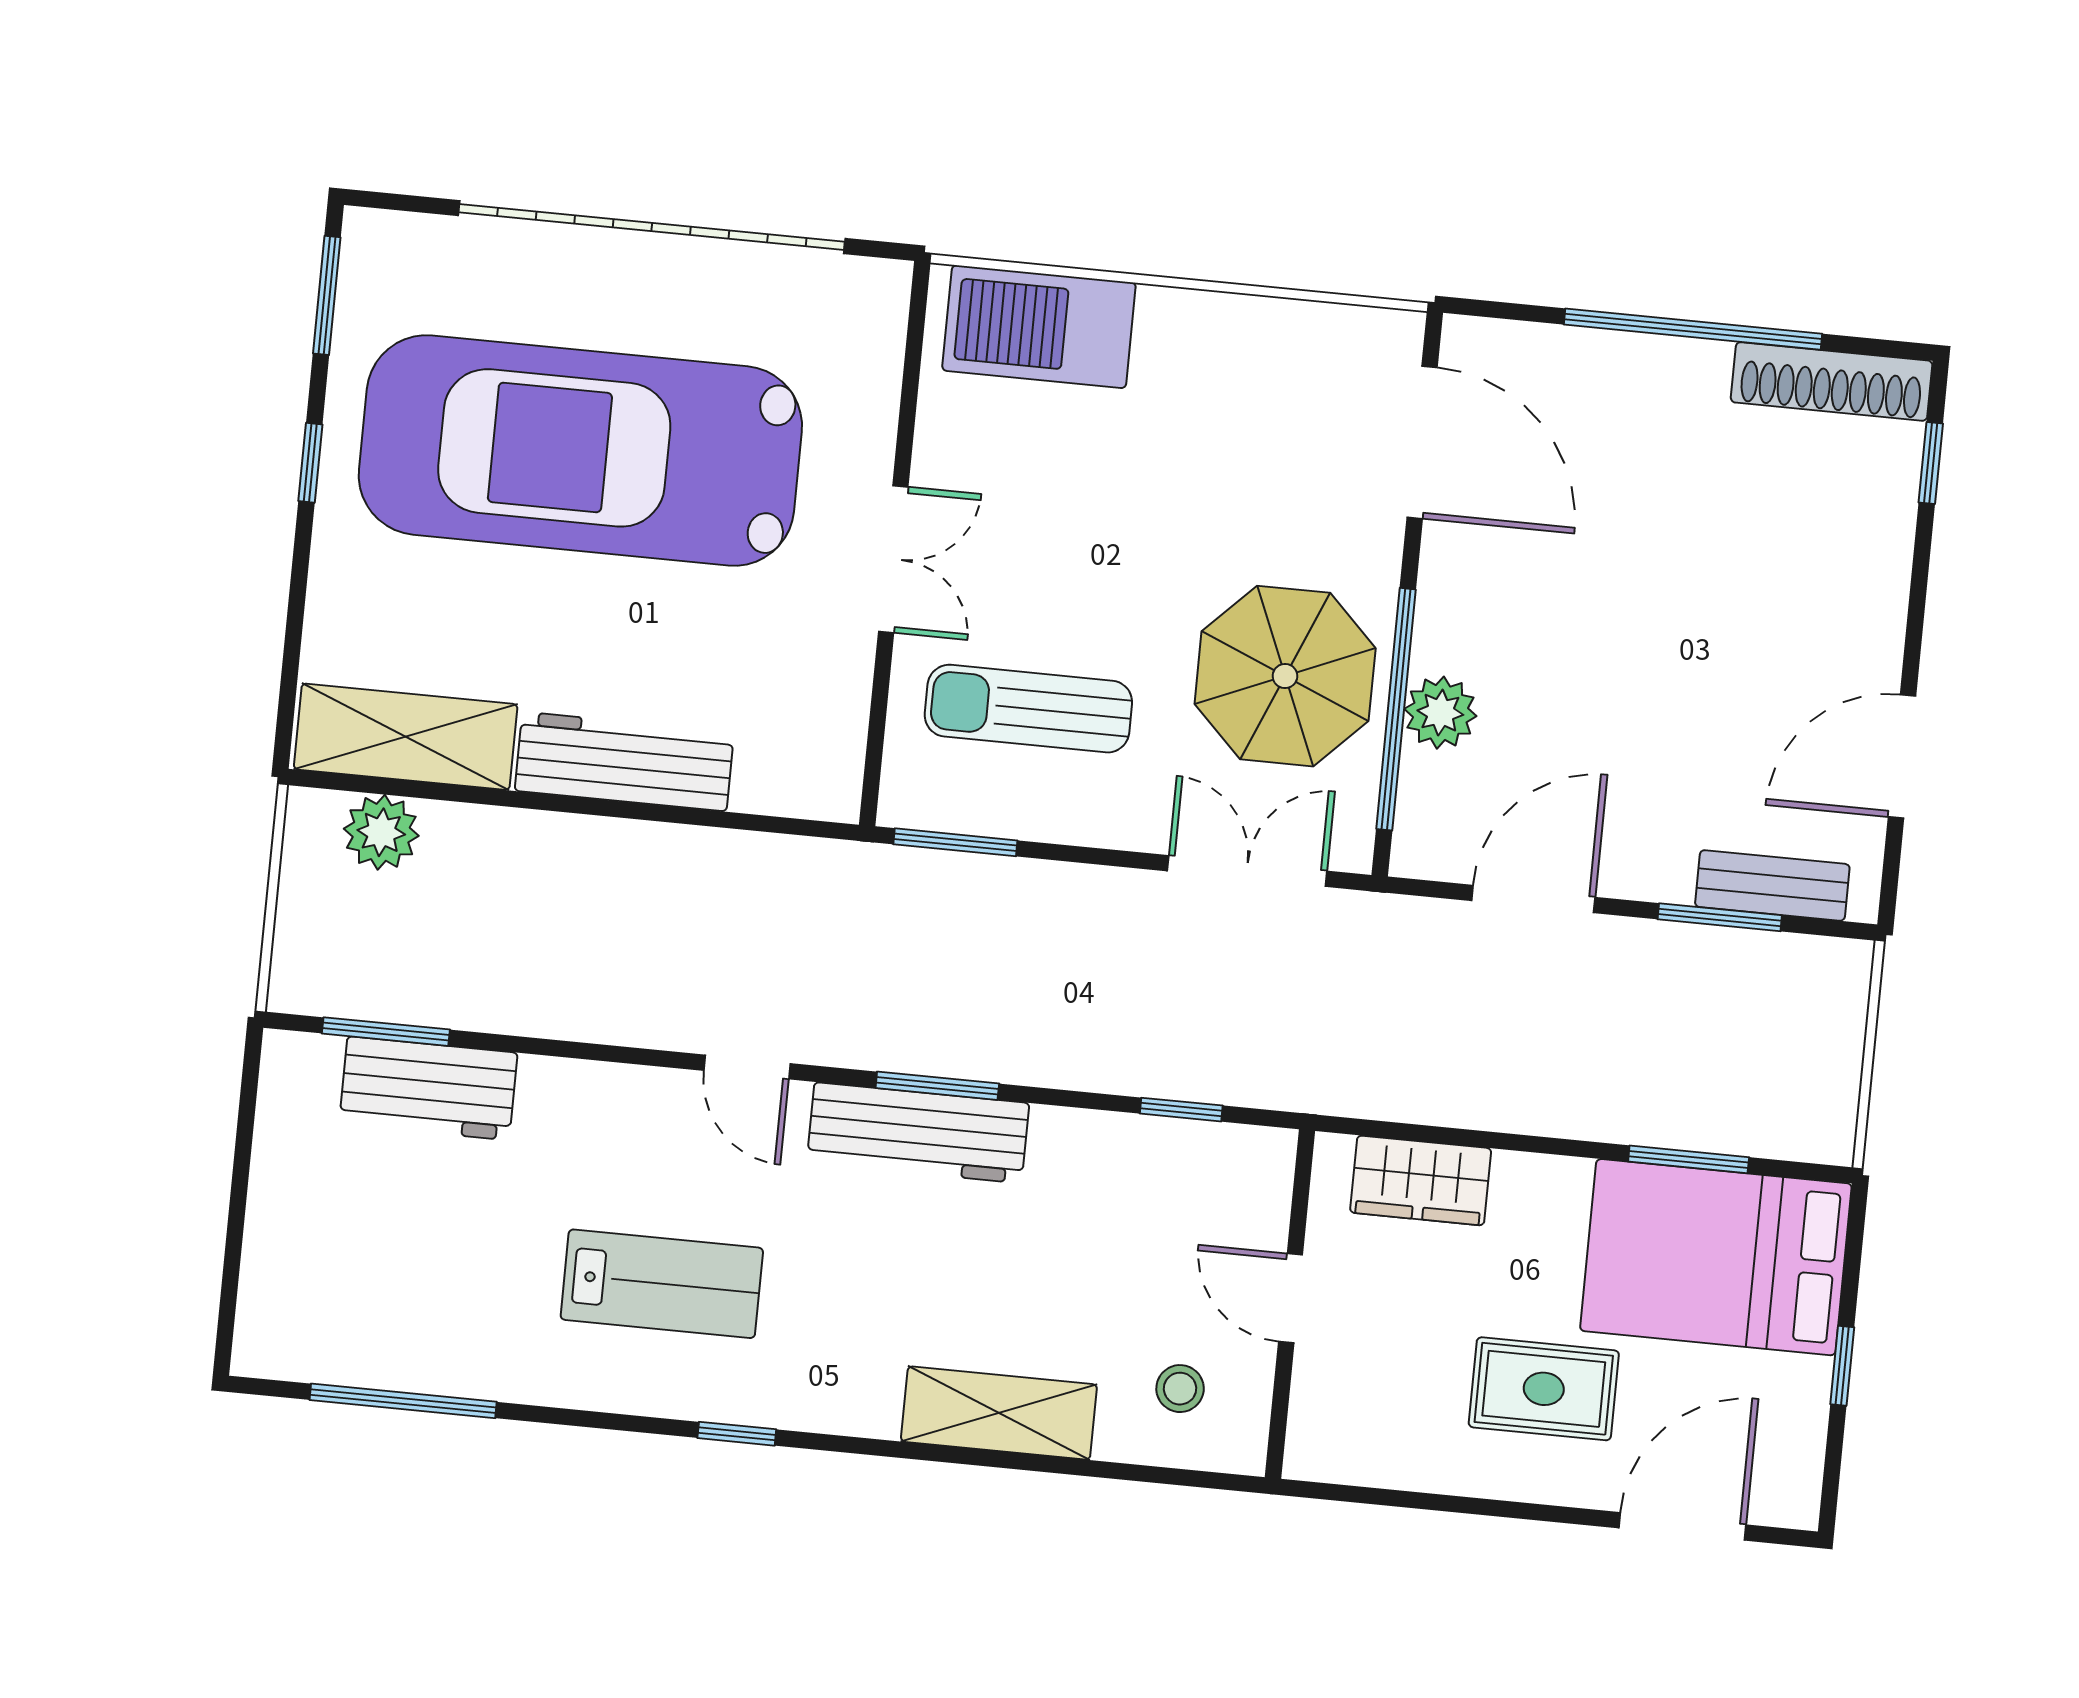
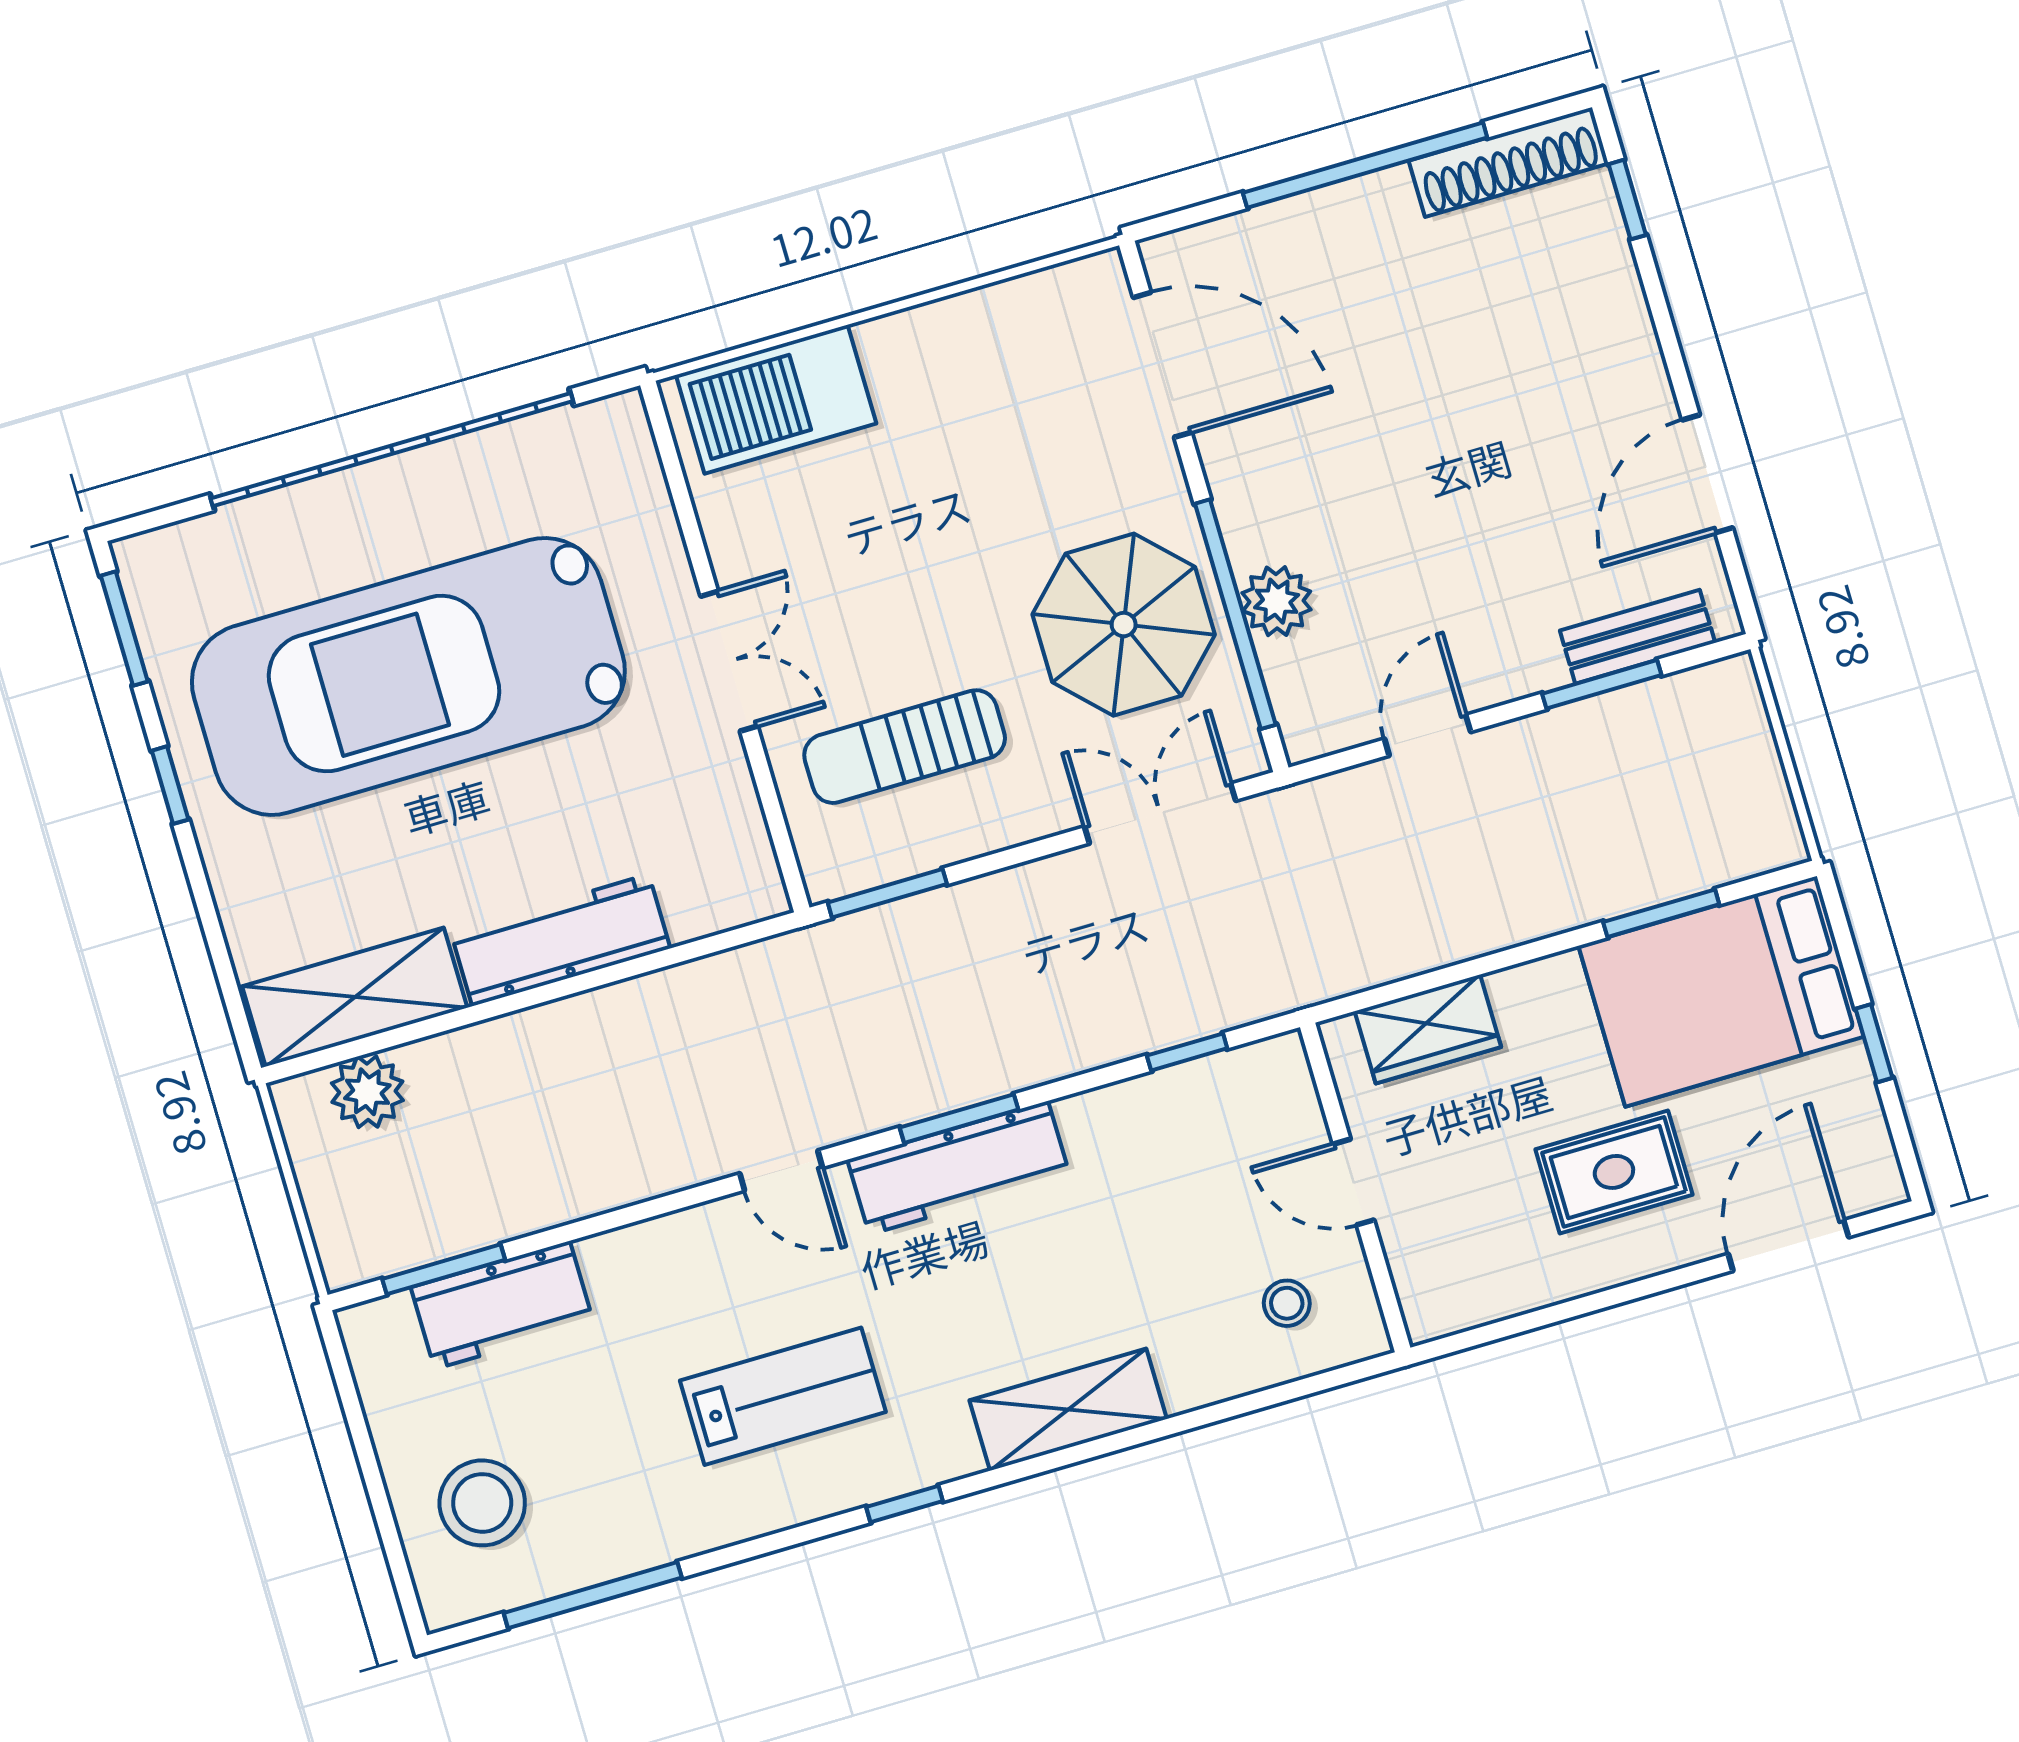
door: (1533, 899) -> (1428, 735), width x0.73
stool: (333, 1270) -> (482, 1503), added
shelving: (999, 1413) -> (1068, 1410), moved

